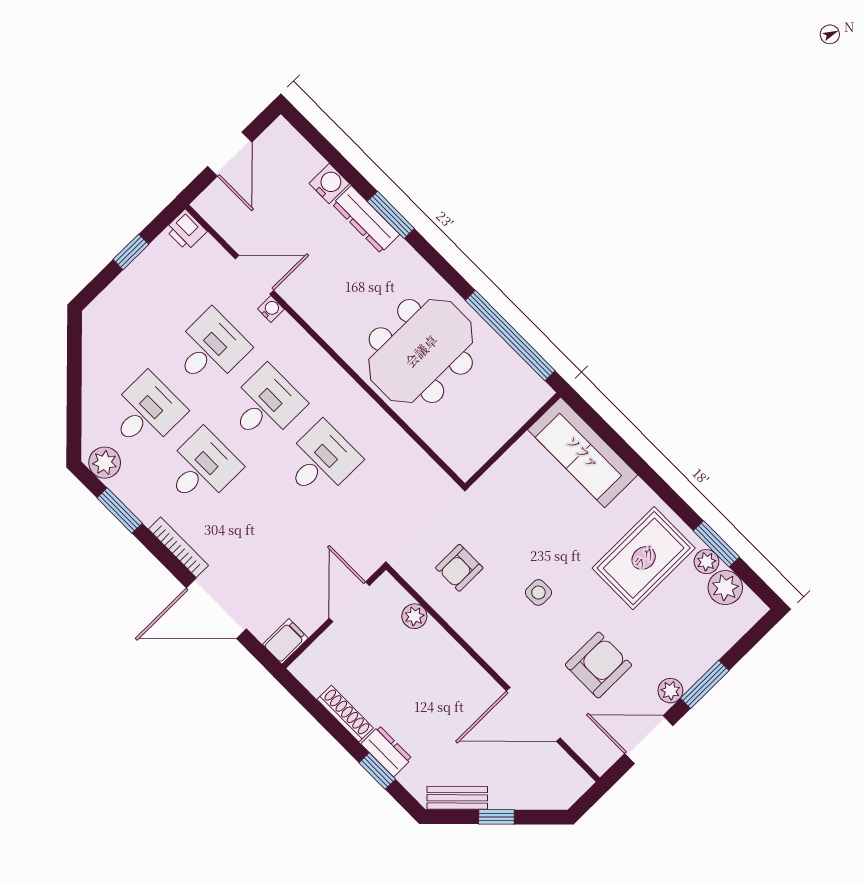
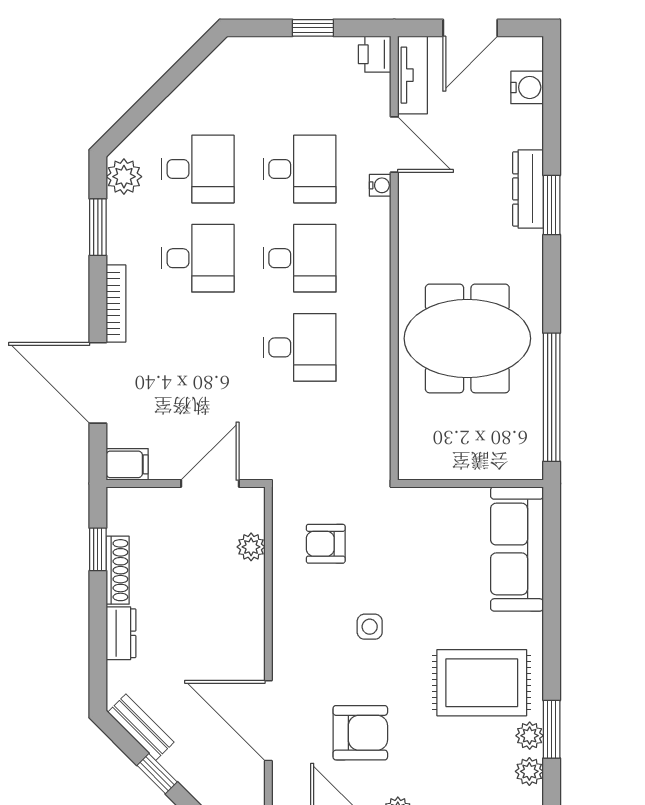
water cooler: (329, 184) -> (527, 87), moved
tv unit: (223, 220) -> (412, 75), added
plant: (725, 588) -> (529, 771), width x0.73, depth x0.73
window: (377, 771) -> (98, 549), moved

